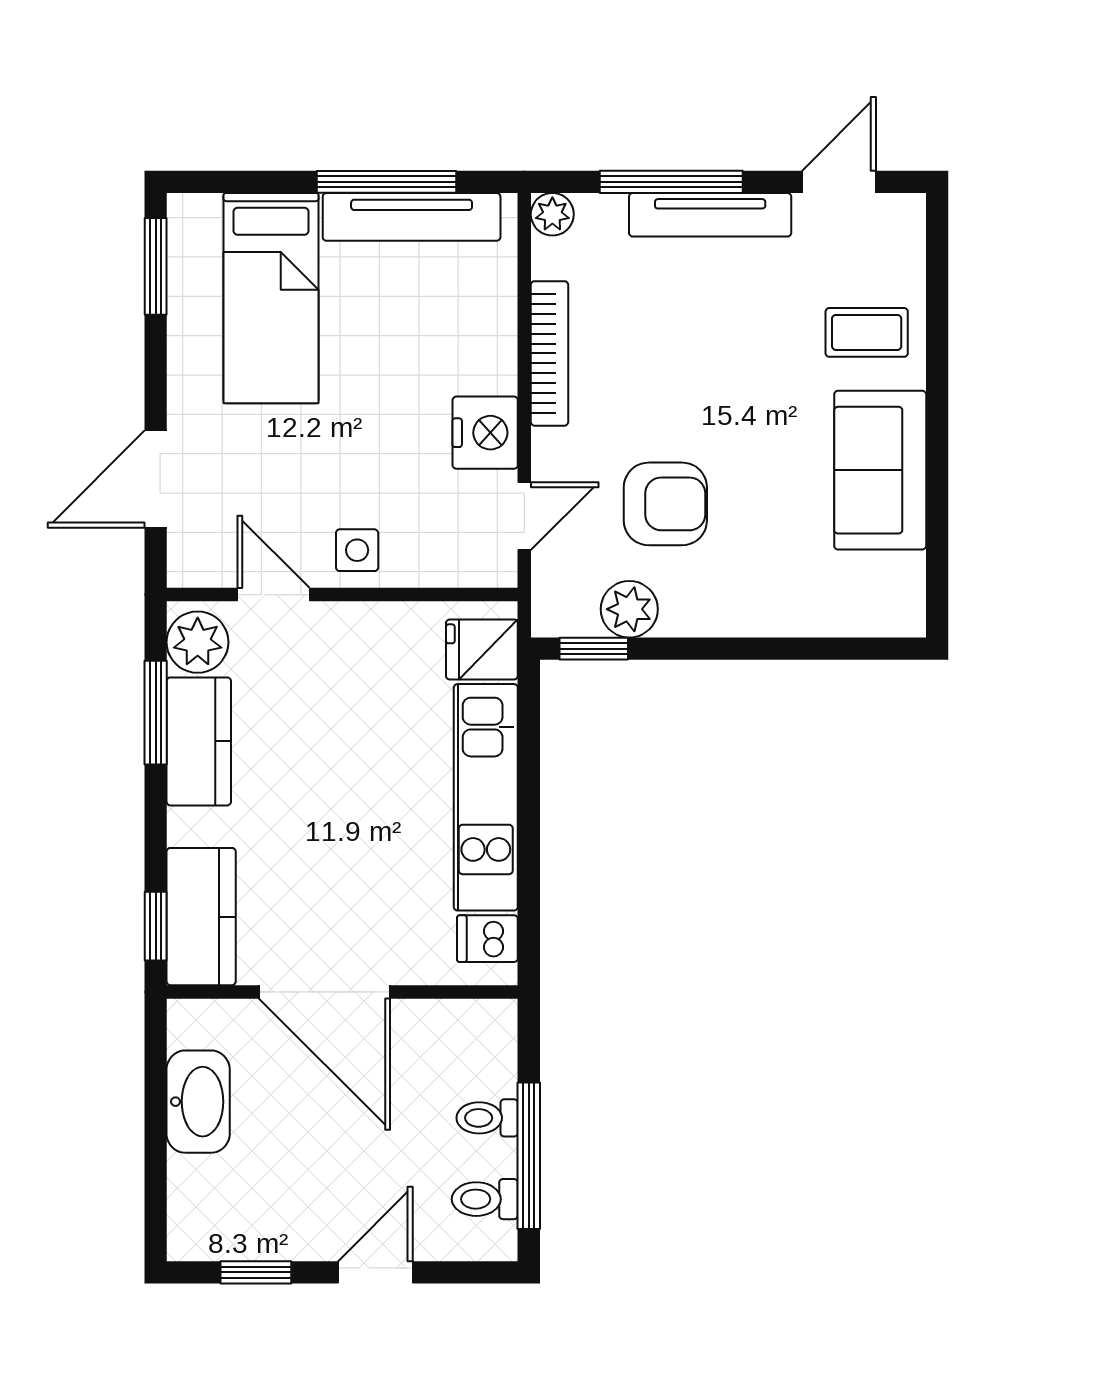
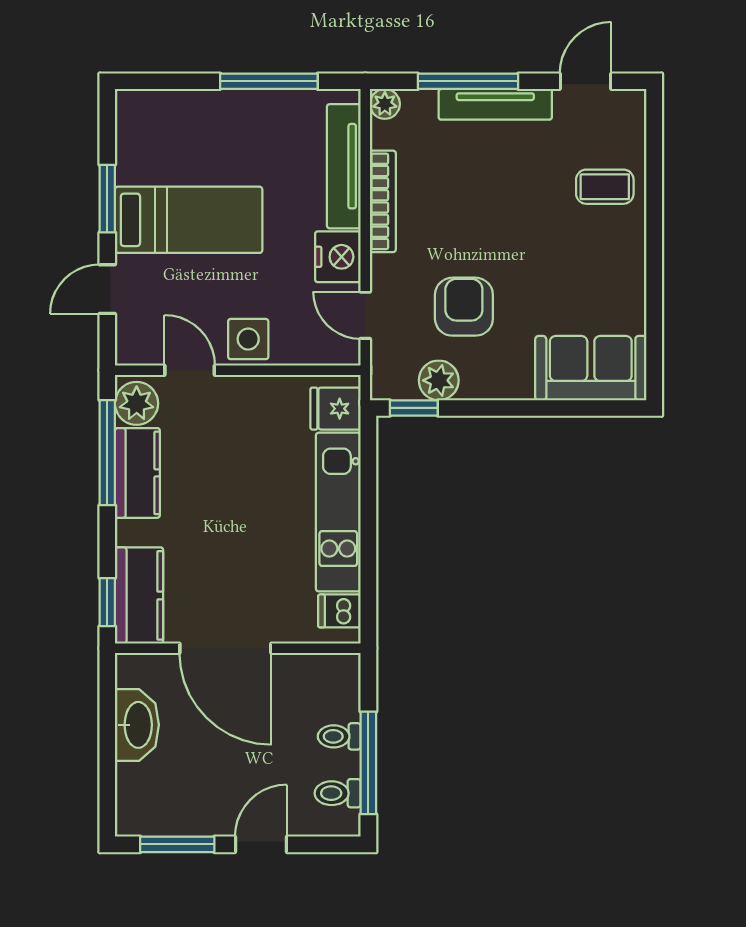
tv unit: (412, 217) -> (344, 166), moved, turned 90
window: (156, 266) -> (107, 199), moved
bed: (271, 298) -> (189, 220), moved, turned -90
sofa: (880, 470) -> (591, 368), moved, turned 90
door: (156, 479) -> (107, 289), width x0.73
armchair: (665, 504) -> (464, 307), turned -90
door: (524, 516) -> (365, 315), swing flipped
side table: (357, 550) -> (248, 339), width x1.37, depth x1.37
window: (156, 713) -> (107, 453), width x1.44
window: (256, 1272) -> (177, 844), width x1.50

